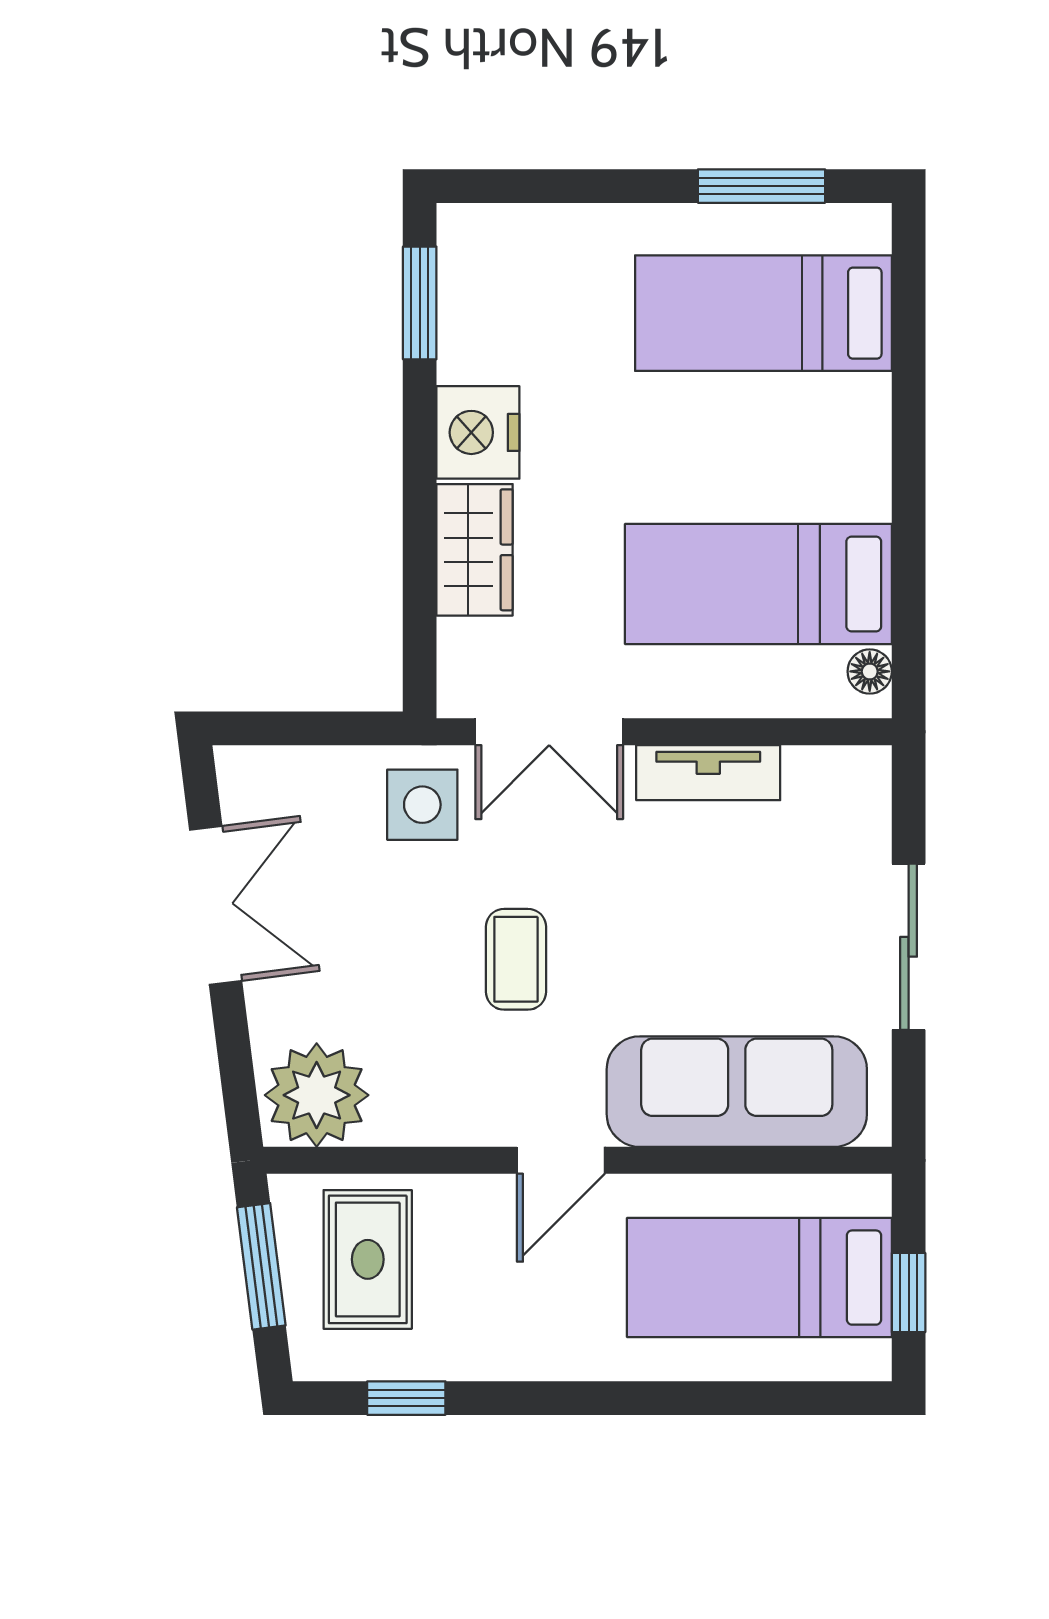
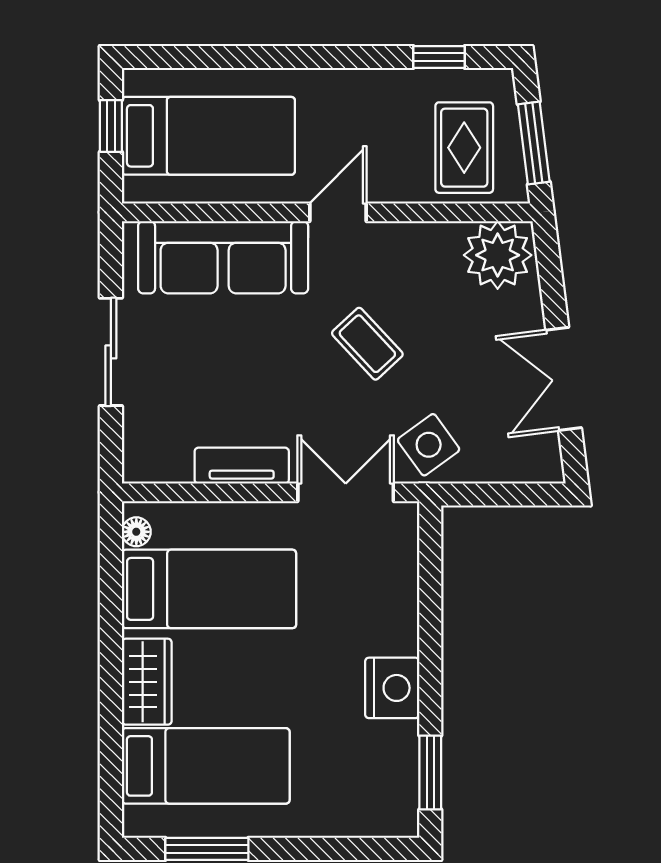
wardrobe: (475, 550) -> (147, 682), moved, turned 180
side table: (422, 805) -> (429, 445), turned -36
coffee table: (516, 959) -> (367, 344), turned -43

